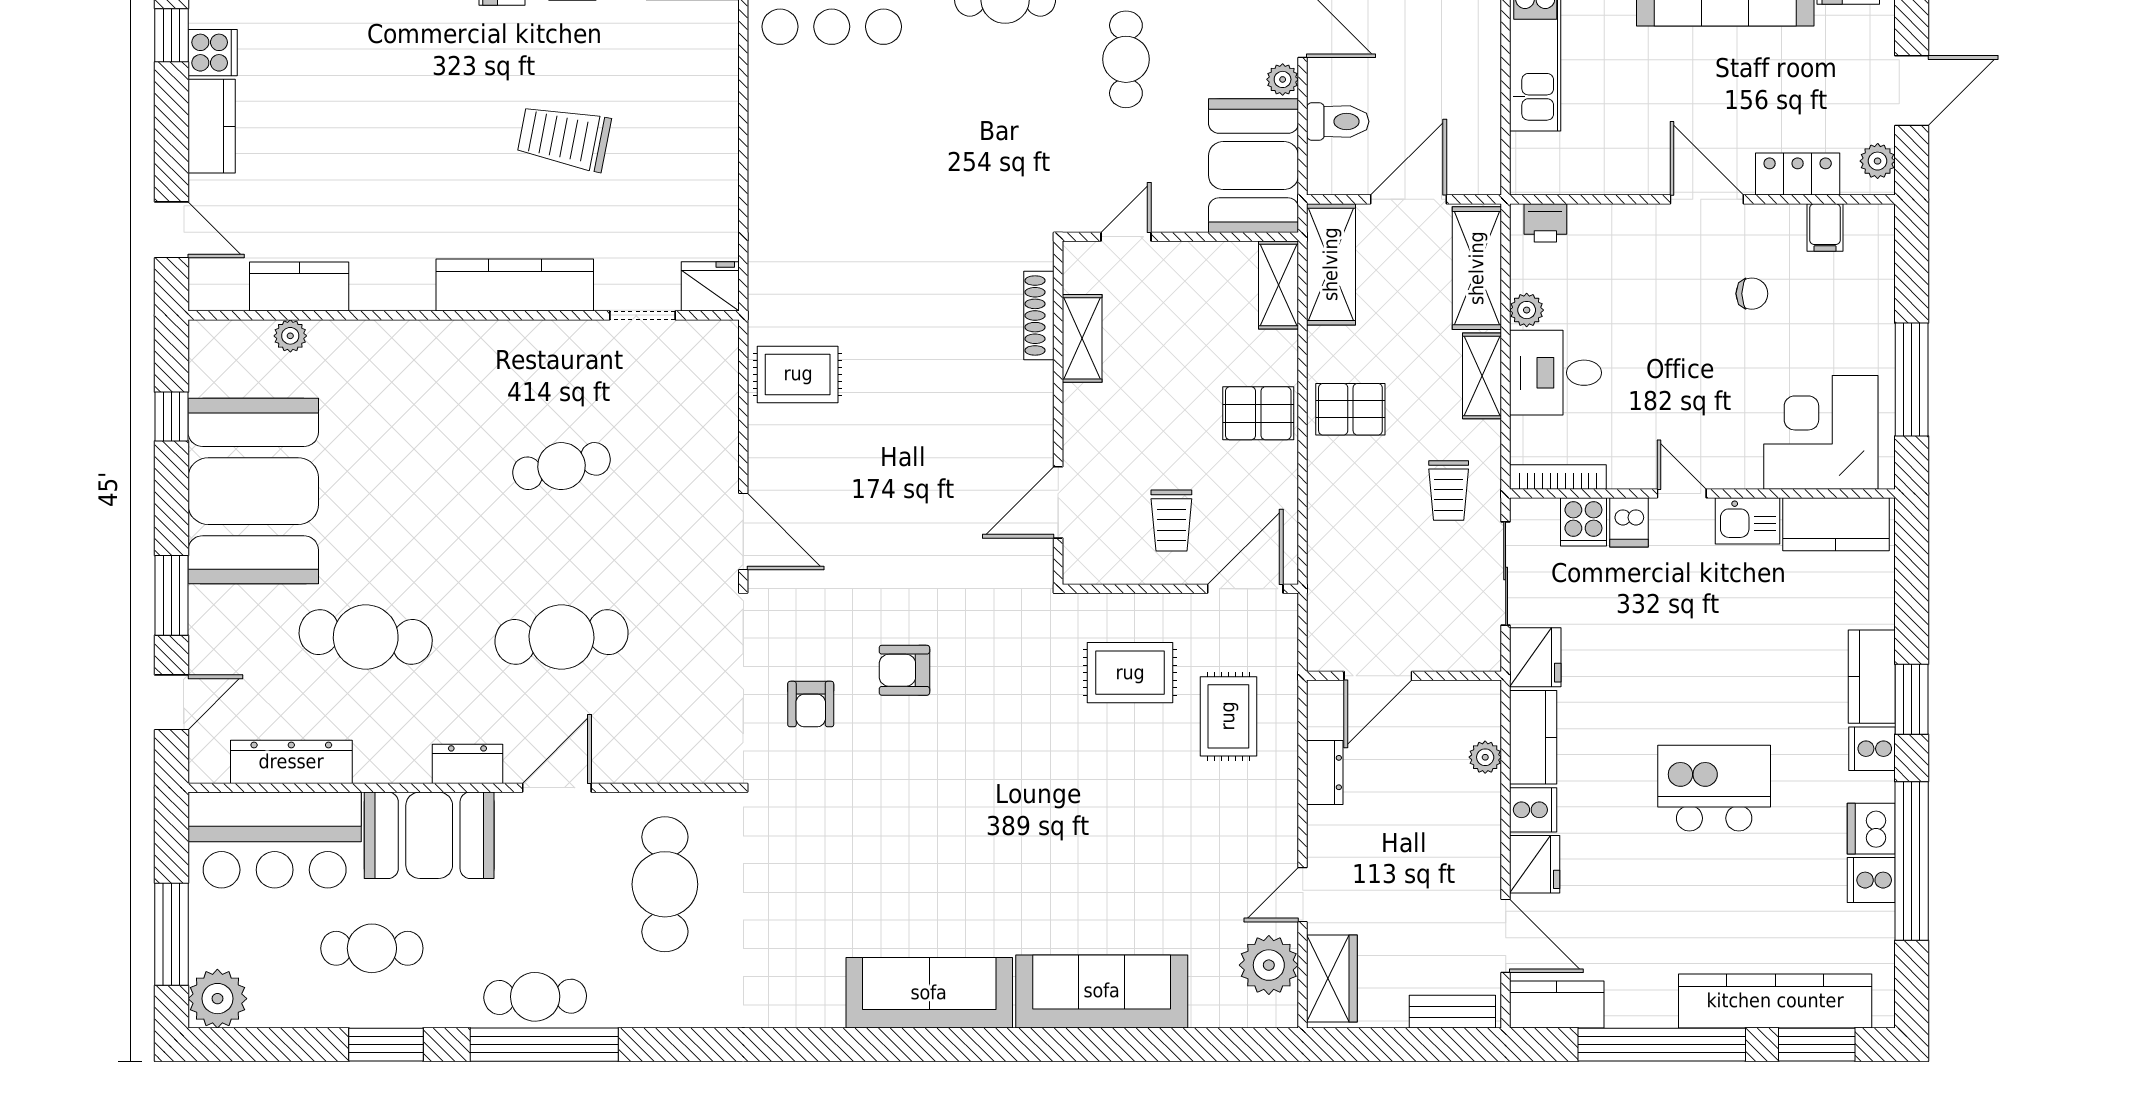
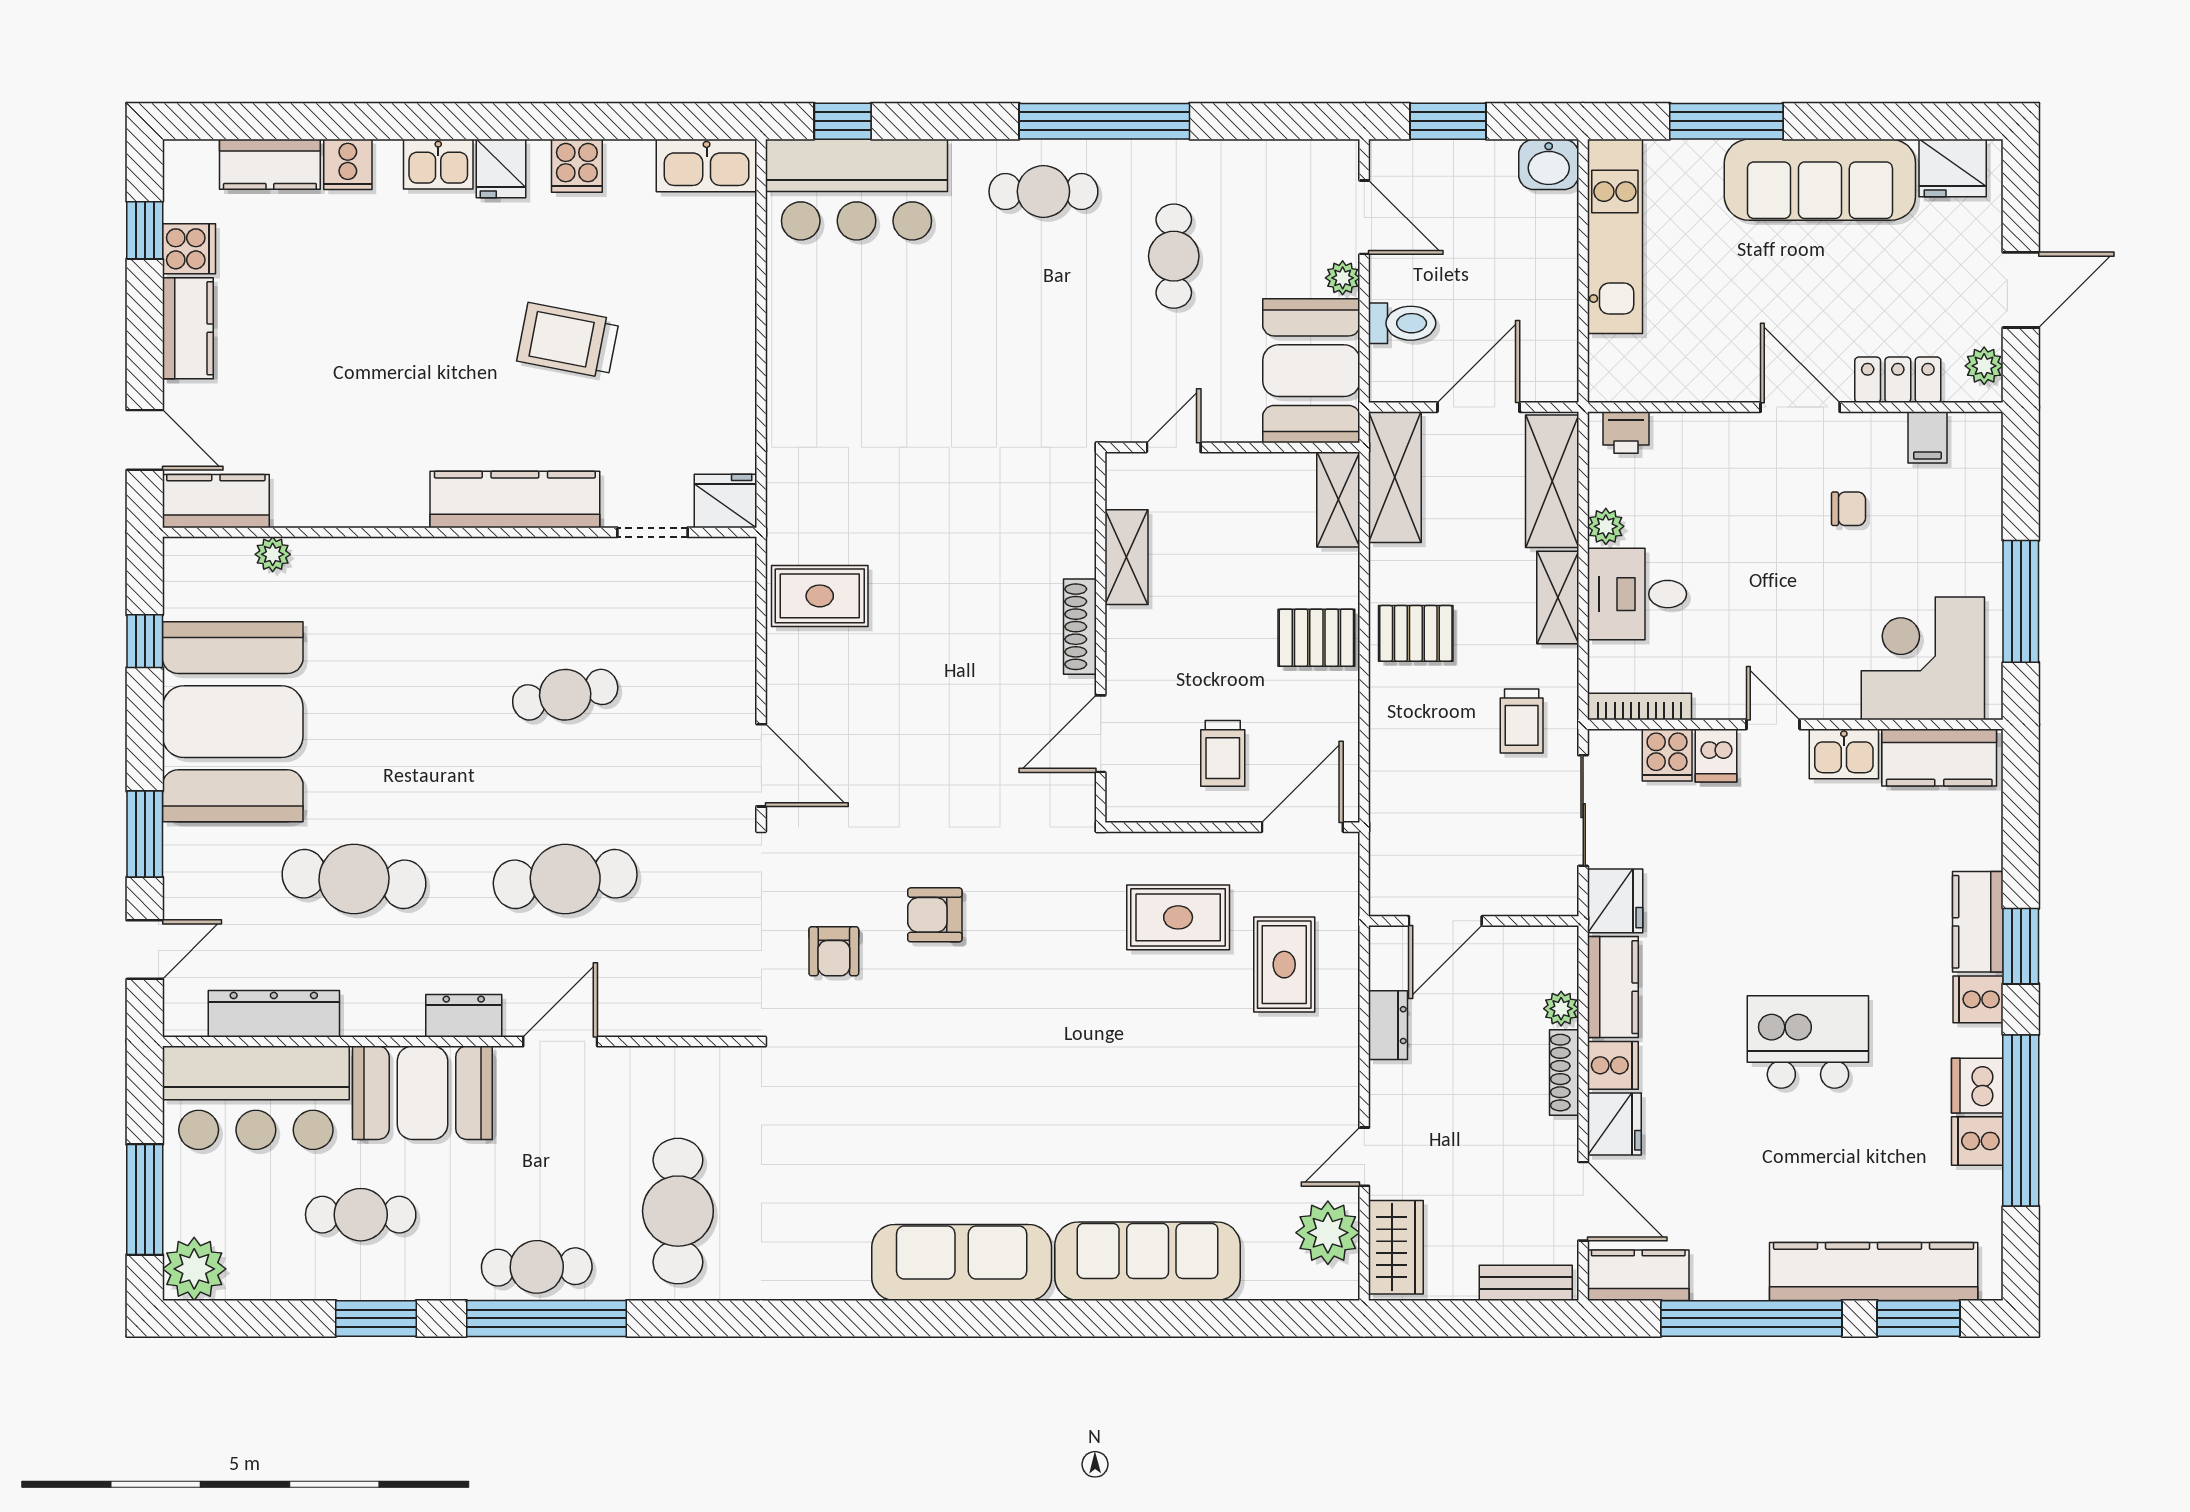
kitchen counter: (299, 287) -> (216, 501), moved
shoe rack: (1039, 316) -> (1080, 627), moved
shoe rack: (1488, 817) -> (1564, 1073), added
cafe table: (665, 884) -> (678, 1211), moved

